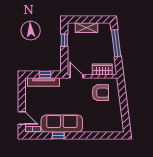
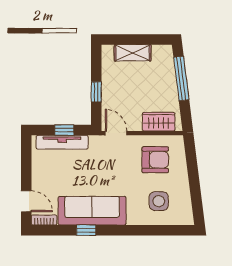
window: (64, 40) -> (96, 92), moved
side table: (102, 118) -> (159, 201), added

